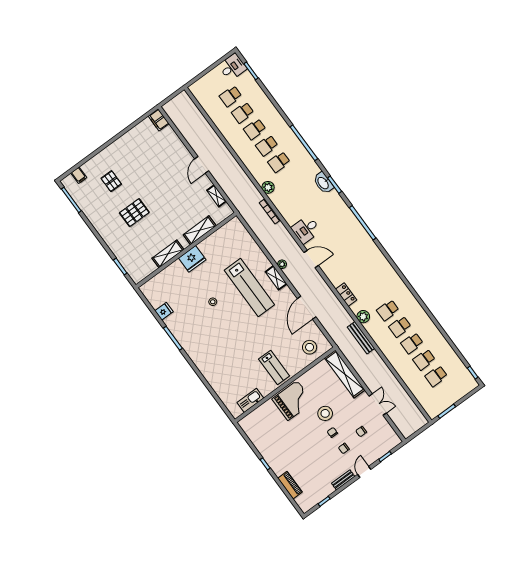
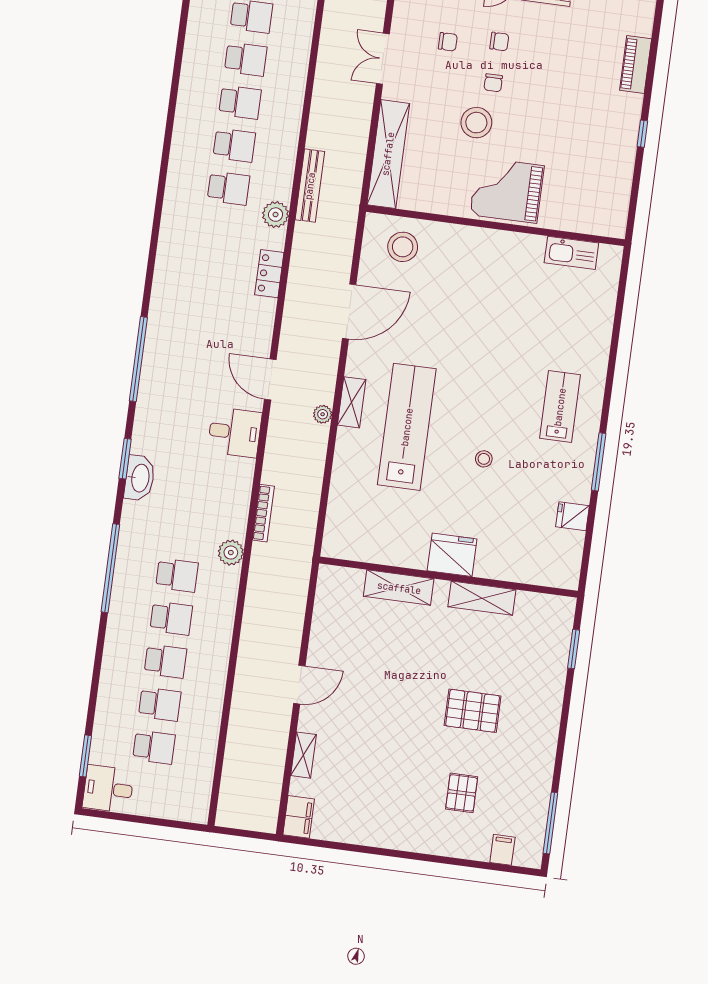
shelving: (217, 196) -> (303, 755), moved
lab bench: (274, 368) -> (560, 407), moved

